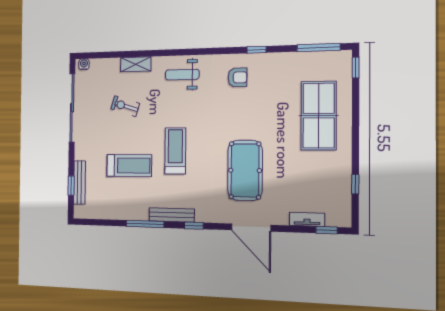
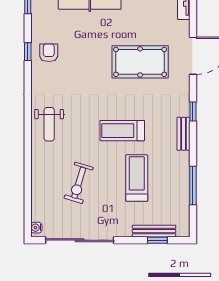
shelving: (136, 64) -> (38, 172), removed
armchair: (237, 77) -> (49, 53), moved
exercise bike: (125, 106) -> (79, 183), width x1.38, depth x1.39
bench: (172, 215) -> (183, 134), width x0.73
window: (145, 224) -> (193, 185), moved

